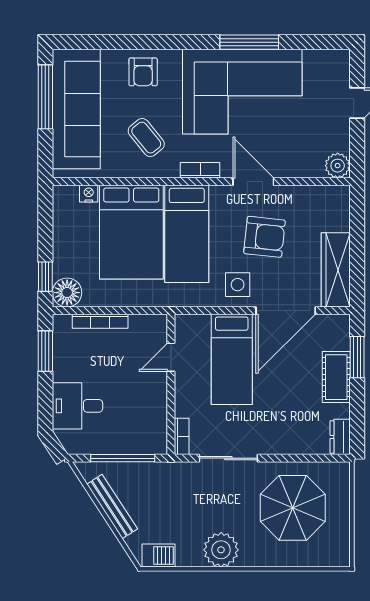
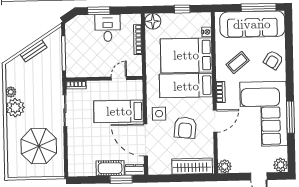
plant: (337, 62) -> (281, 165), added
armchair: (143, 72) -> (273, 60), turned -57
wardrobe: (336, 270) -> (192, 166), moved
window: (45, 277) -> (182, 9), moved
window: (45, 351) -> (99, 11), moved
door: (171, 357) -> (119, 78), hinge flipped
desk: (78, 406) -> (108, 28), moved
dresser: (340, 437) -> (135, 170), moved
bench: (112, 507) -> (33, 51), width x0.73
barbecue: (159, 556) -> (11, 74), removed
plant: (192, 557) -> (11, 92), added

